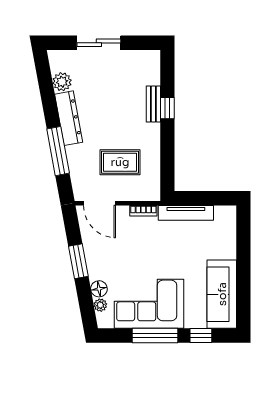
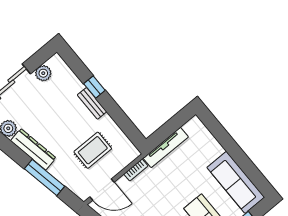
plant: (133, 59) -> (43, 73), added
bench: (153, 104) -> (92, 103), moved

